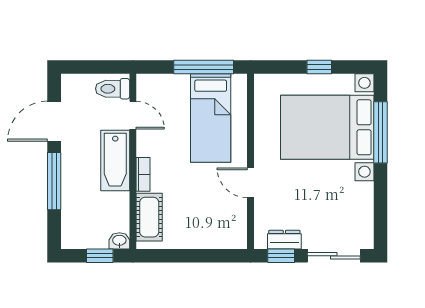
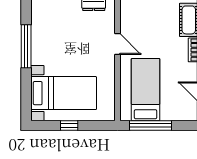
bed with nightstands: (327, 127) -> (64, 93), width x0.73
window: (380, 132) -> (26, 46), moved

